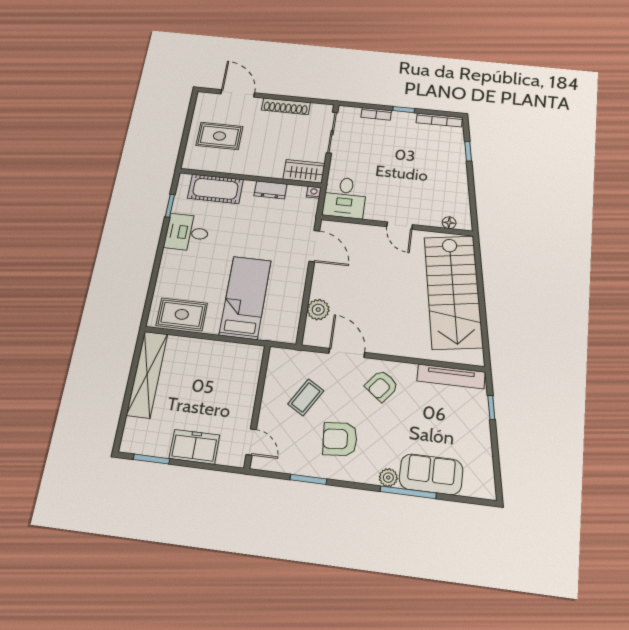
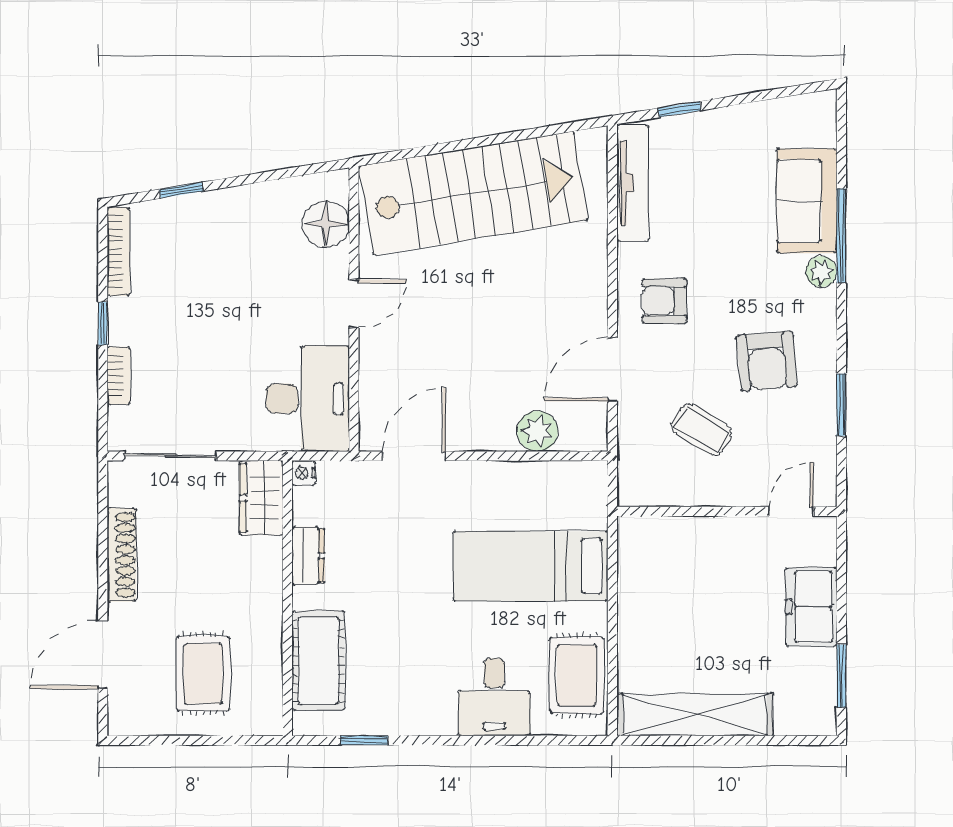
desk: (345, 198) -> (308, 399), width x1.37
floor lamp: (449, 223) -> (326, 224), width x1.89, depth x1.89
desk: (187, 232) -> (494, 697), moved
armchair: (382, 386) -> (664, 301), turned 142

